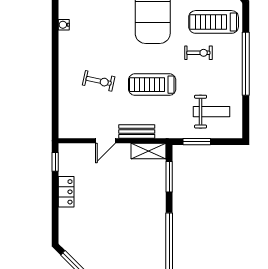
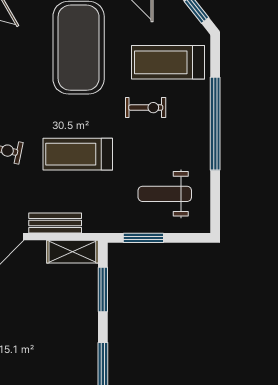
weight bench: (211, 112) -> (165, 194), turned 180

